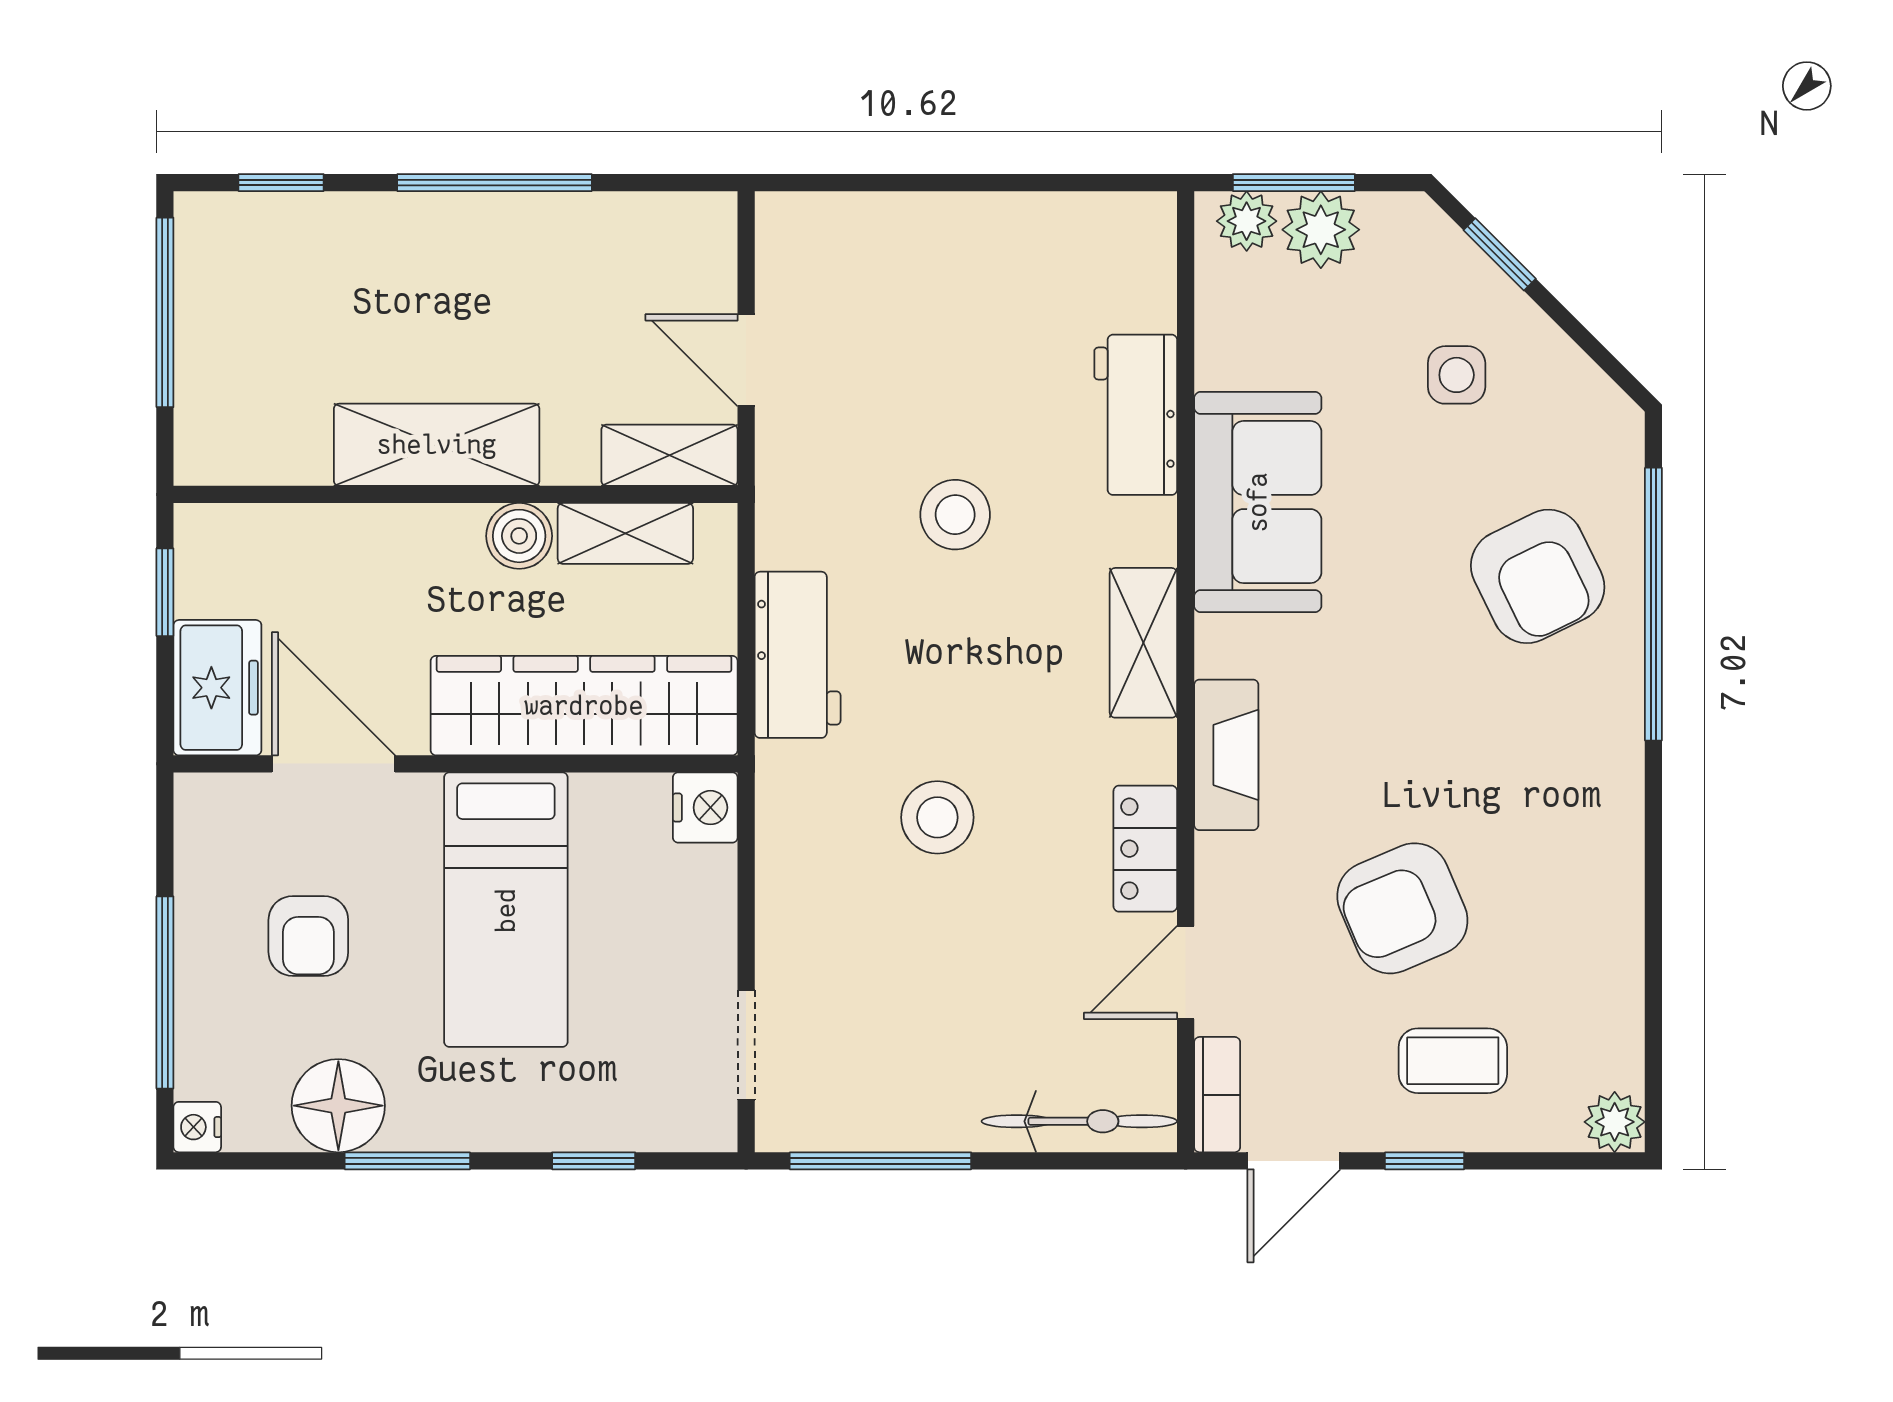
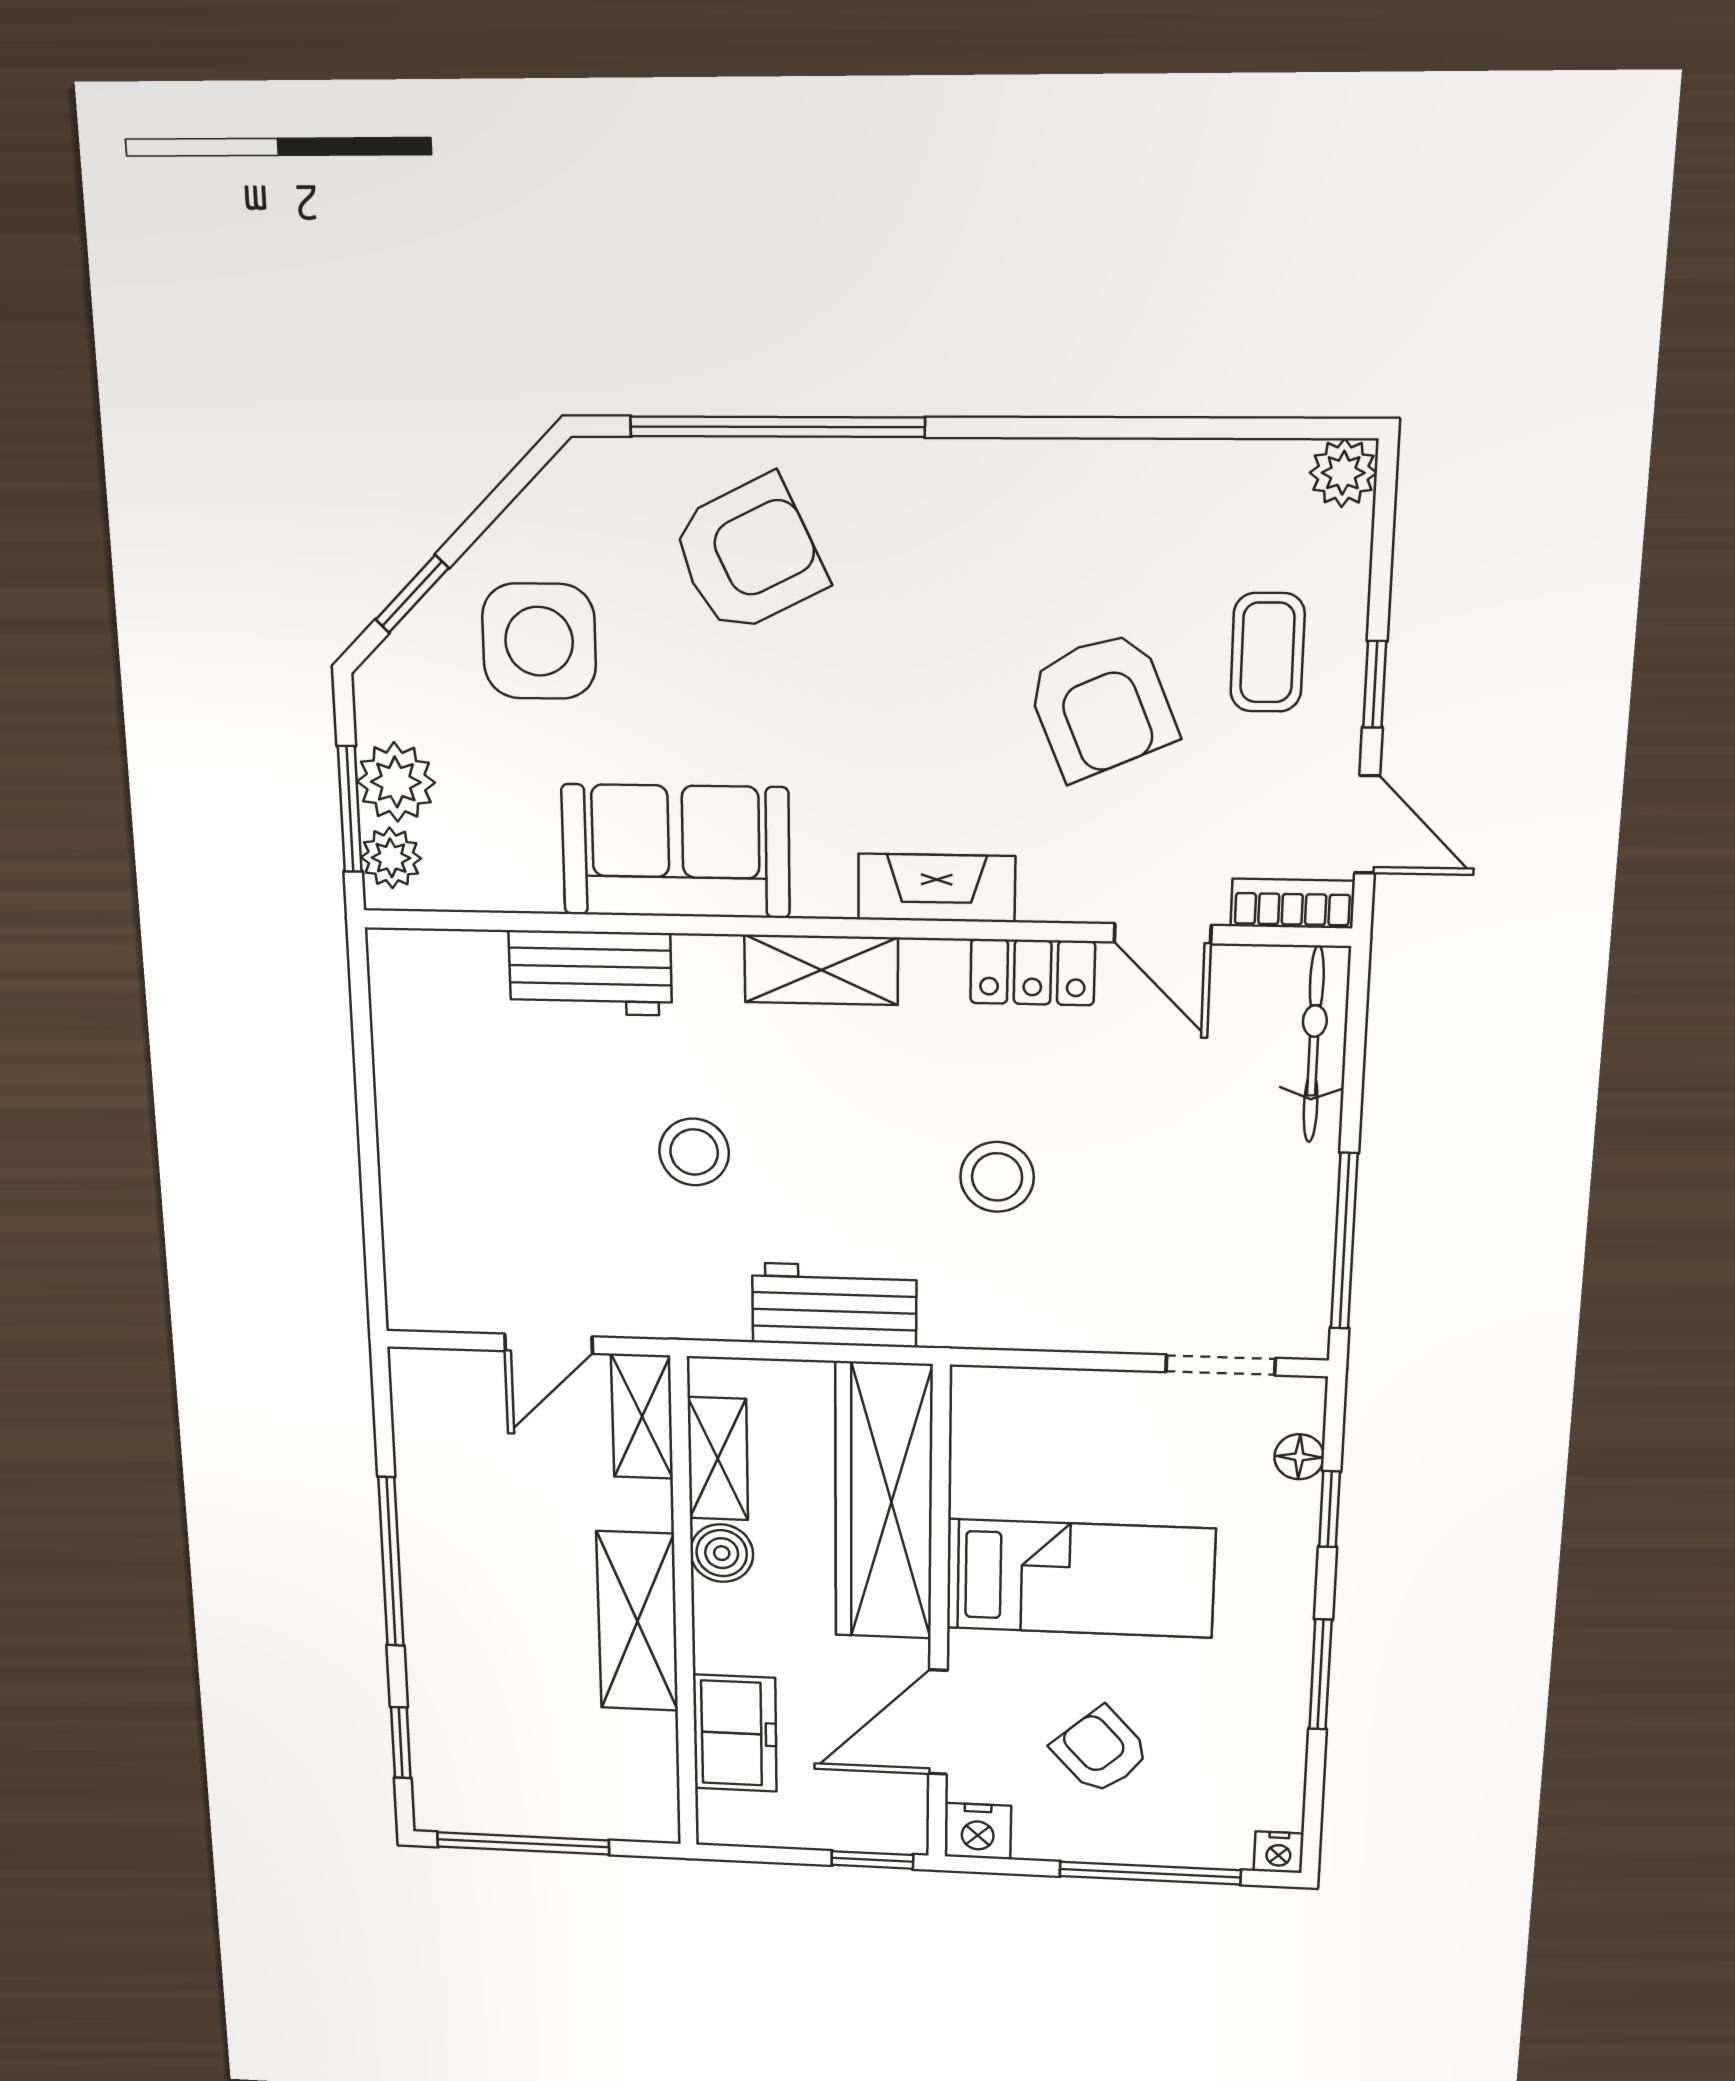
side table: (1457, 375) -> (539, 641), width x1.87, depth x1.87
window: (165, 592) -> (872, 1860), moved
freezer: (217, 688) -> (735, 1733), moved, turned 90
nightstand: (705, 808) -> (978, 1831), moved, turned 180
armchair: (308, 936) -> (1101, 1751), turned -132
floor lamp: (338, 1106) -> (1299, 1457), moved, width x0.53, depth x0.53

